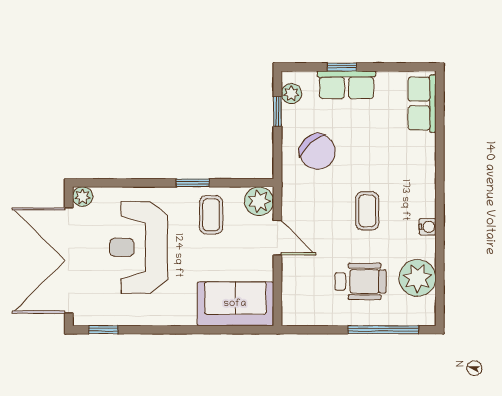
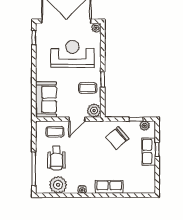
row of seats: (422, 103) -> (109, 187), moved
coffee table: (367, 211) -> (55, 132), moved

